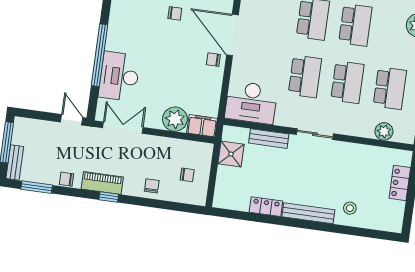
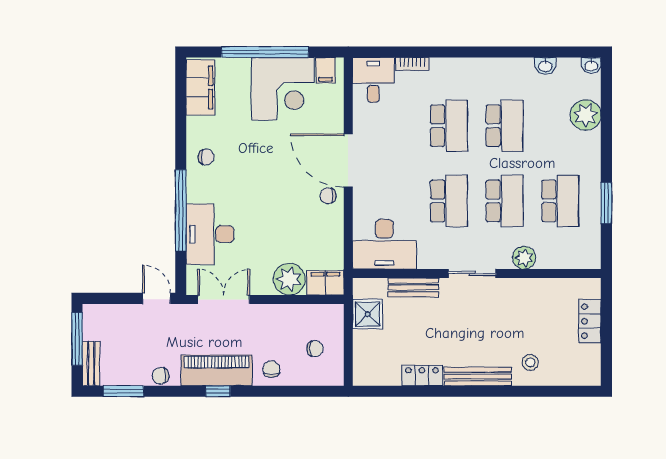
chair: (175, 13) -> (206, 157), moved
plant: (384, 131) -> (524, 258), moved
piano: (102, 183) -> (217, 370), width x1.37, depth x1.33

